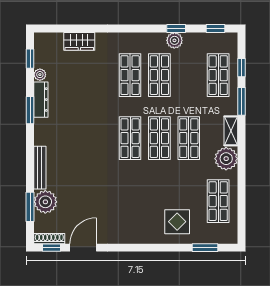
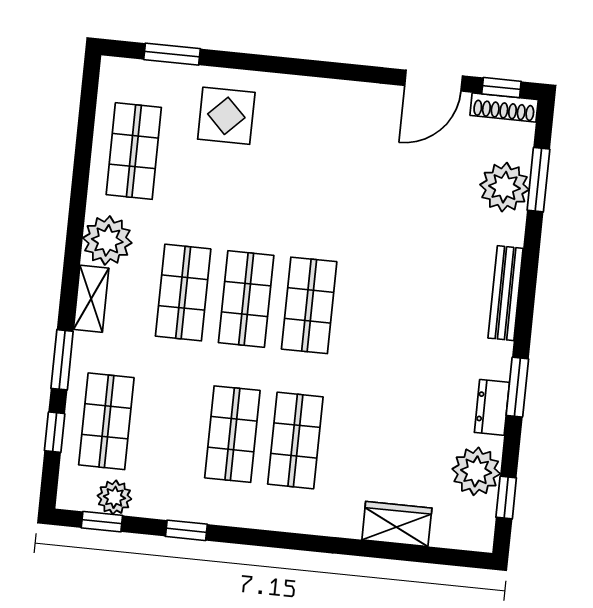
plant: (174, 40) -> (114, 497), moved
plant: (40, 75) -> (476, 471), width x1.88, depth x1.88
dresser: (41, 100) -> (492, 407), width x0.70
bench: (40, 168) -> (506, 293), moved

